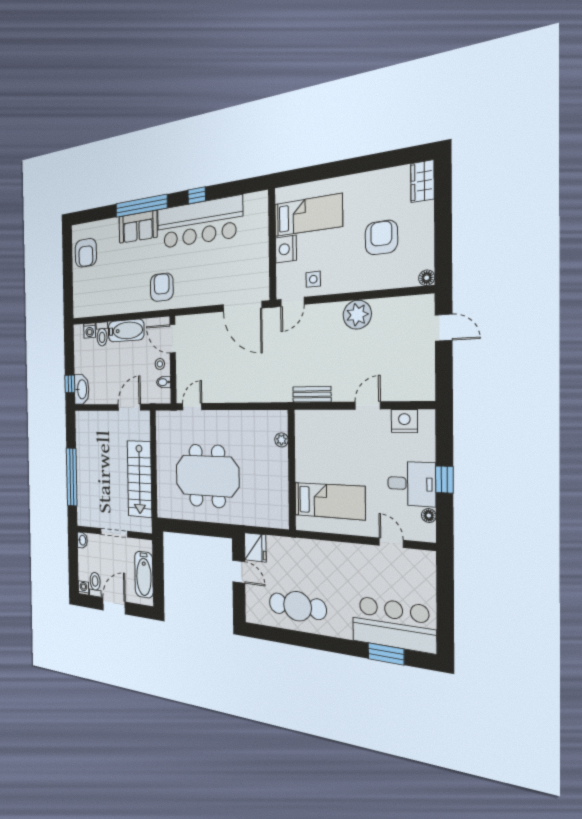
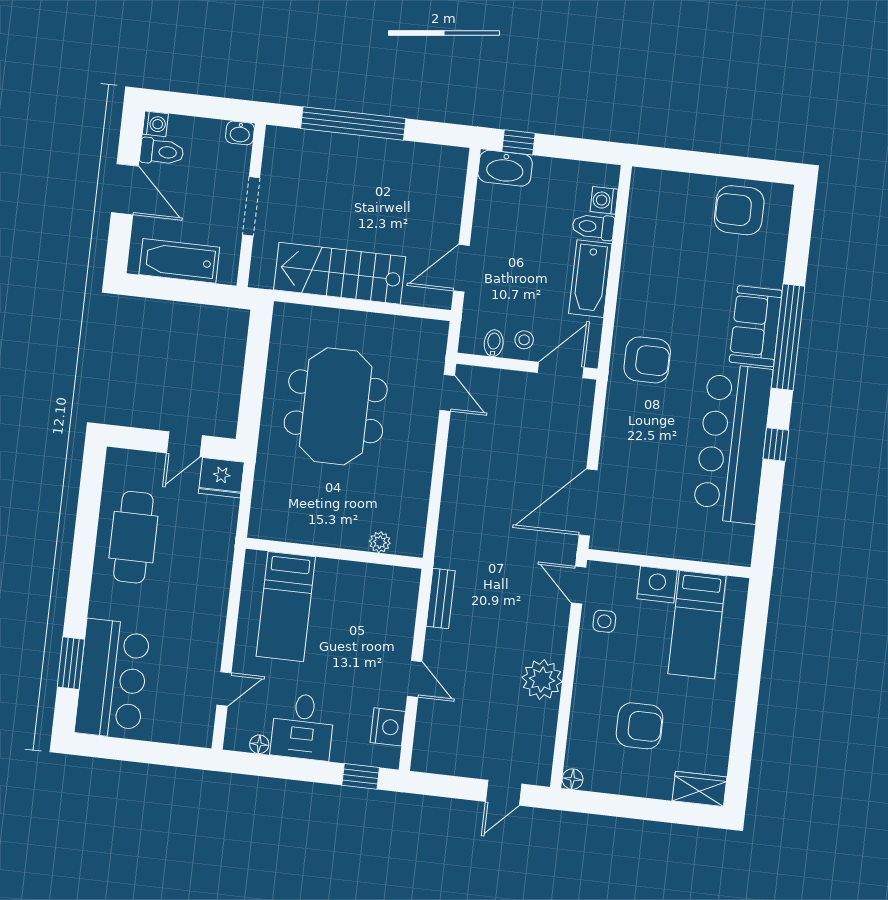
door: (129, 407) -> (461, 268), swing flipped
window: (444, 480) -> (361, 776), moved

